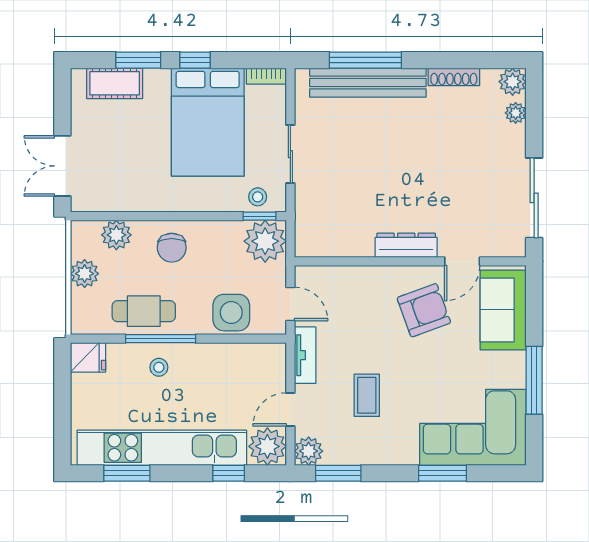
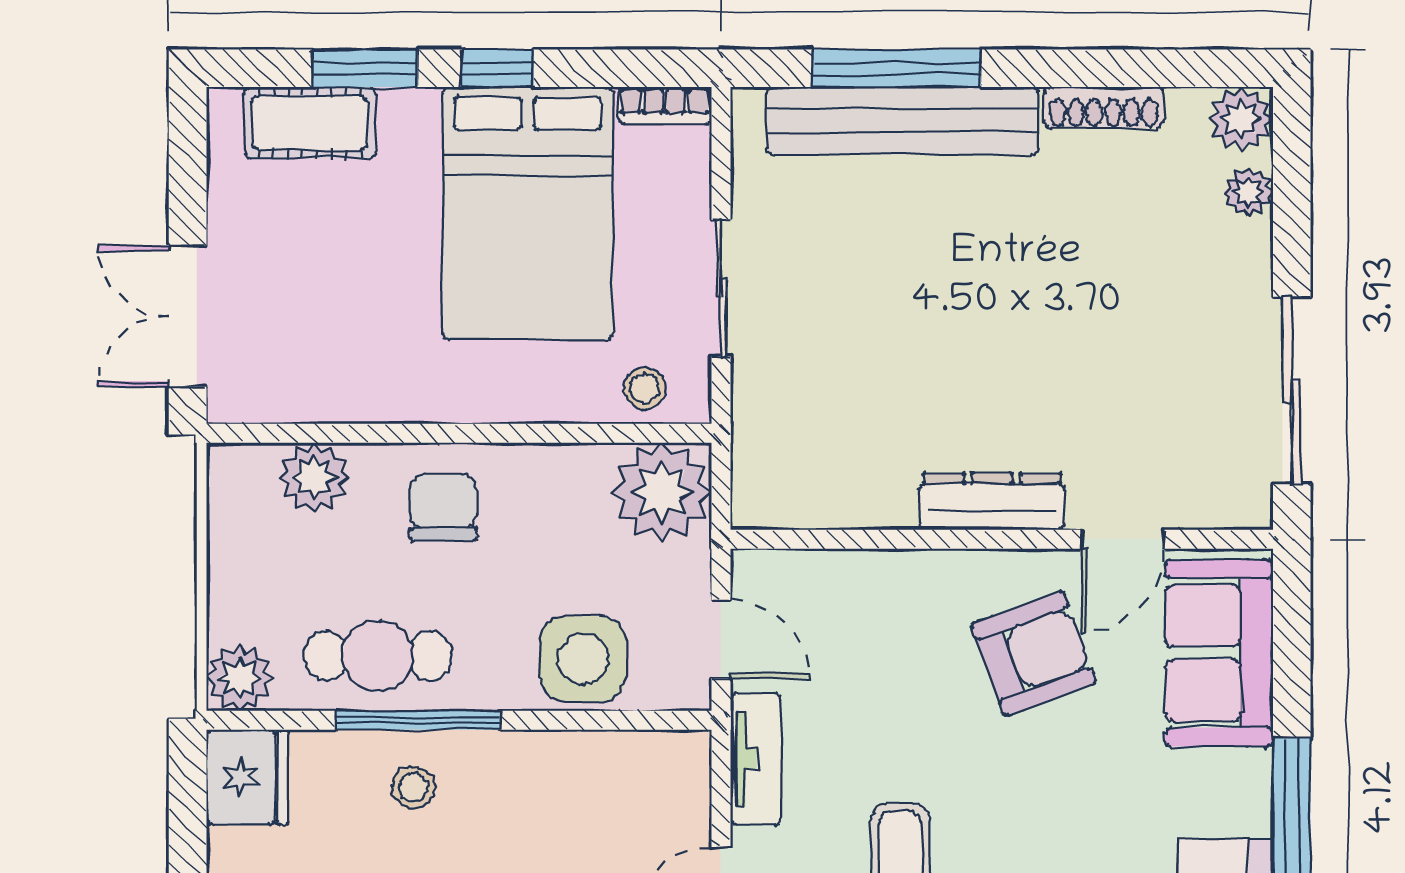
window: (260, 216) -> (649, 433), removed
chair: (172, 248) -> (444, 507), turned 180
plant: (85, 274) -> (239, 678), moved
fridge: (88, 357) -> (247, 777), width x1.38

